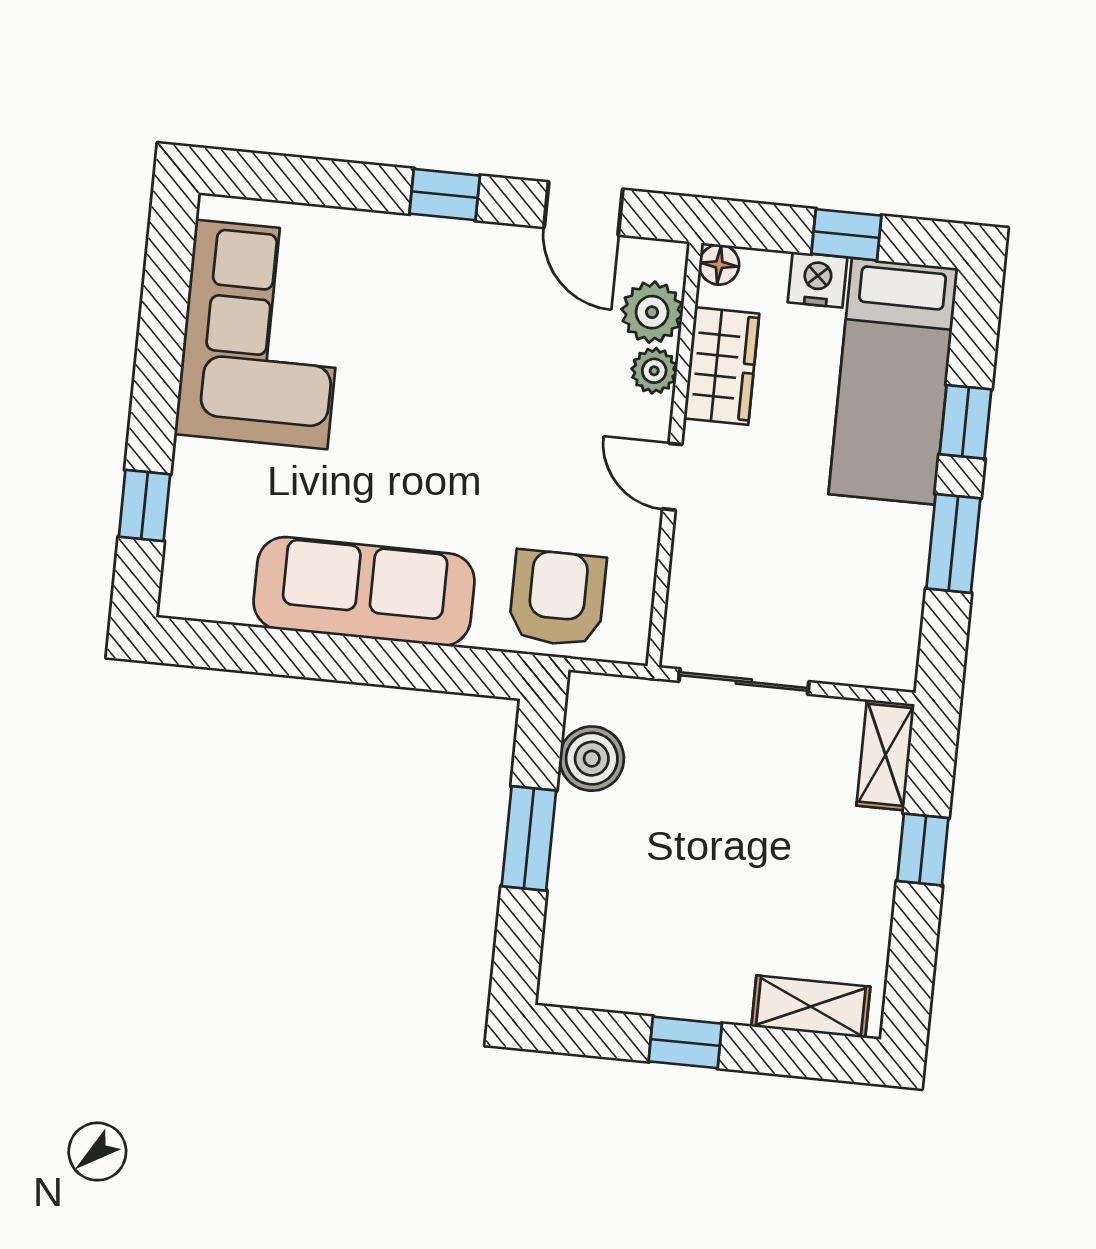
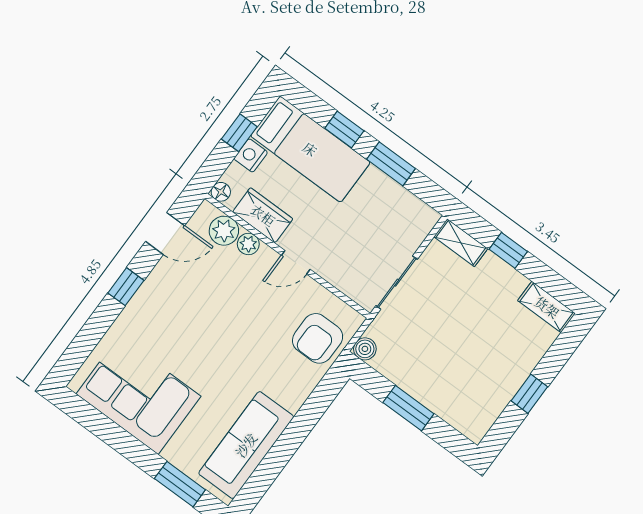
window: (145, 506) -> (180, 484), width x1.50
sofa: (364, 591) -> (246, 445), moved
armchair: (557, 598) -> (318, 338), turned -90
boiler: (592, 759) -> (365, 349), moved, width x0.73, depth x0.73
shelving: (811, 1007) -> (547, 307), moved, turned 90

